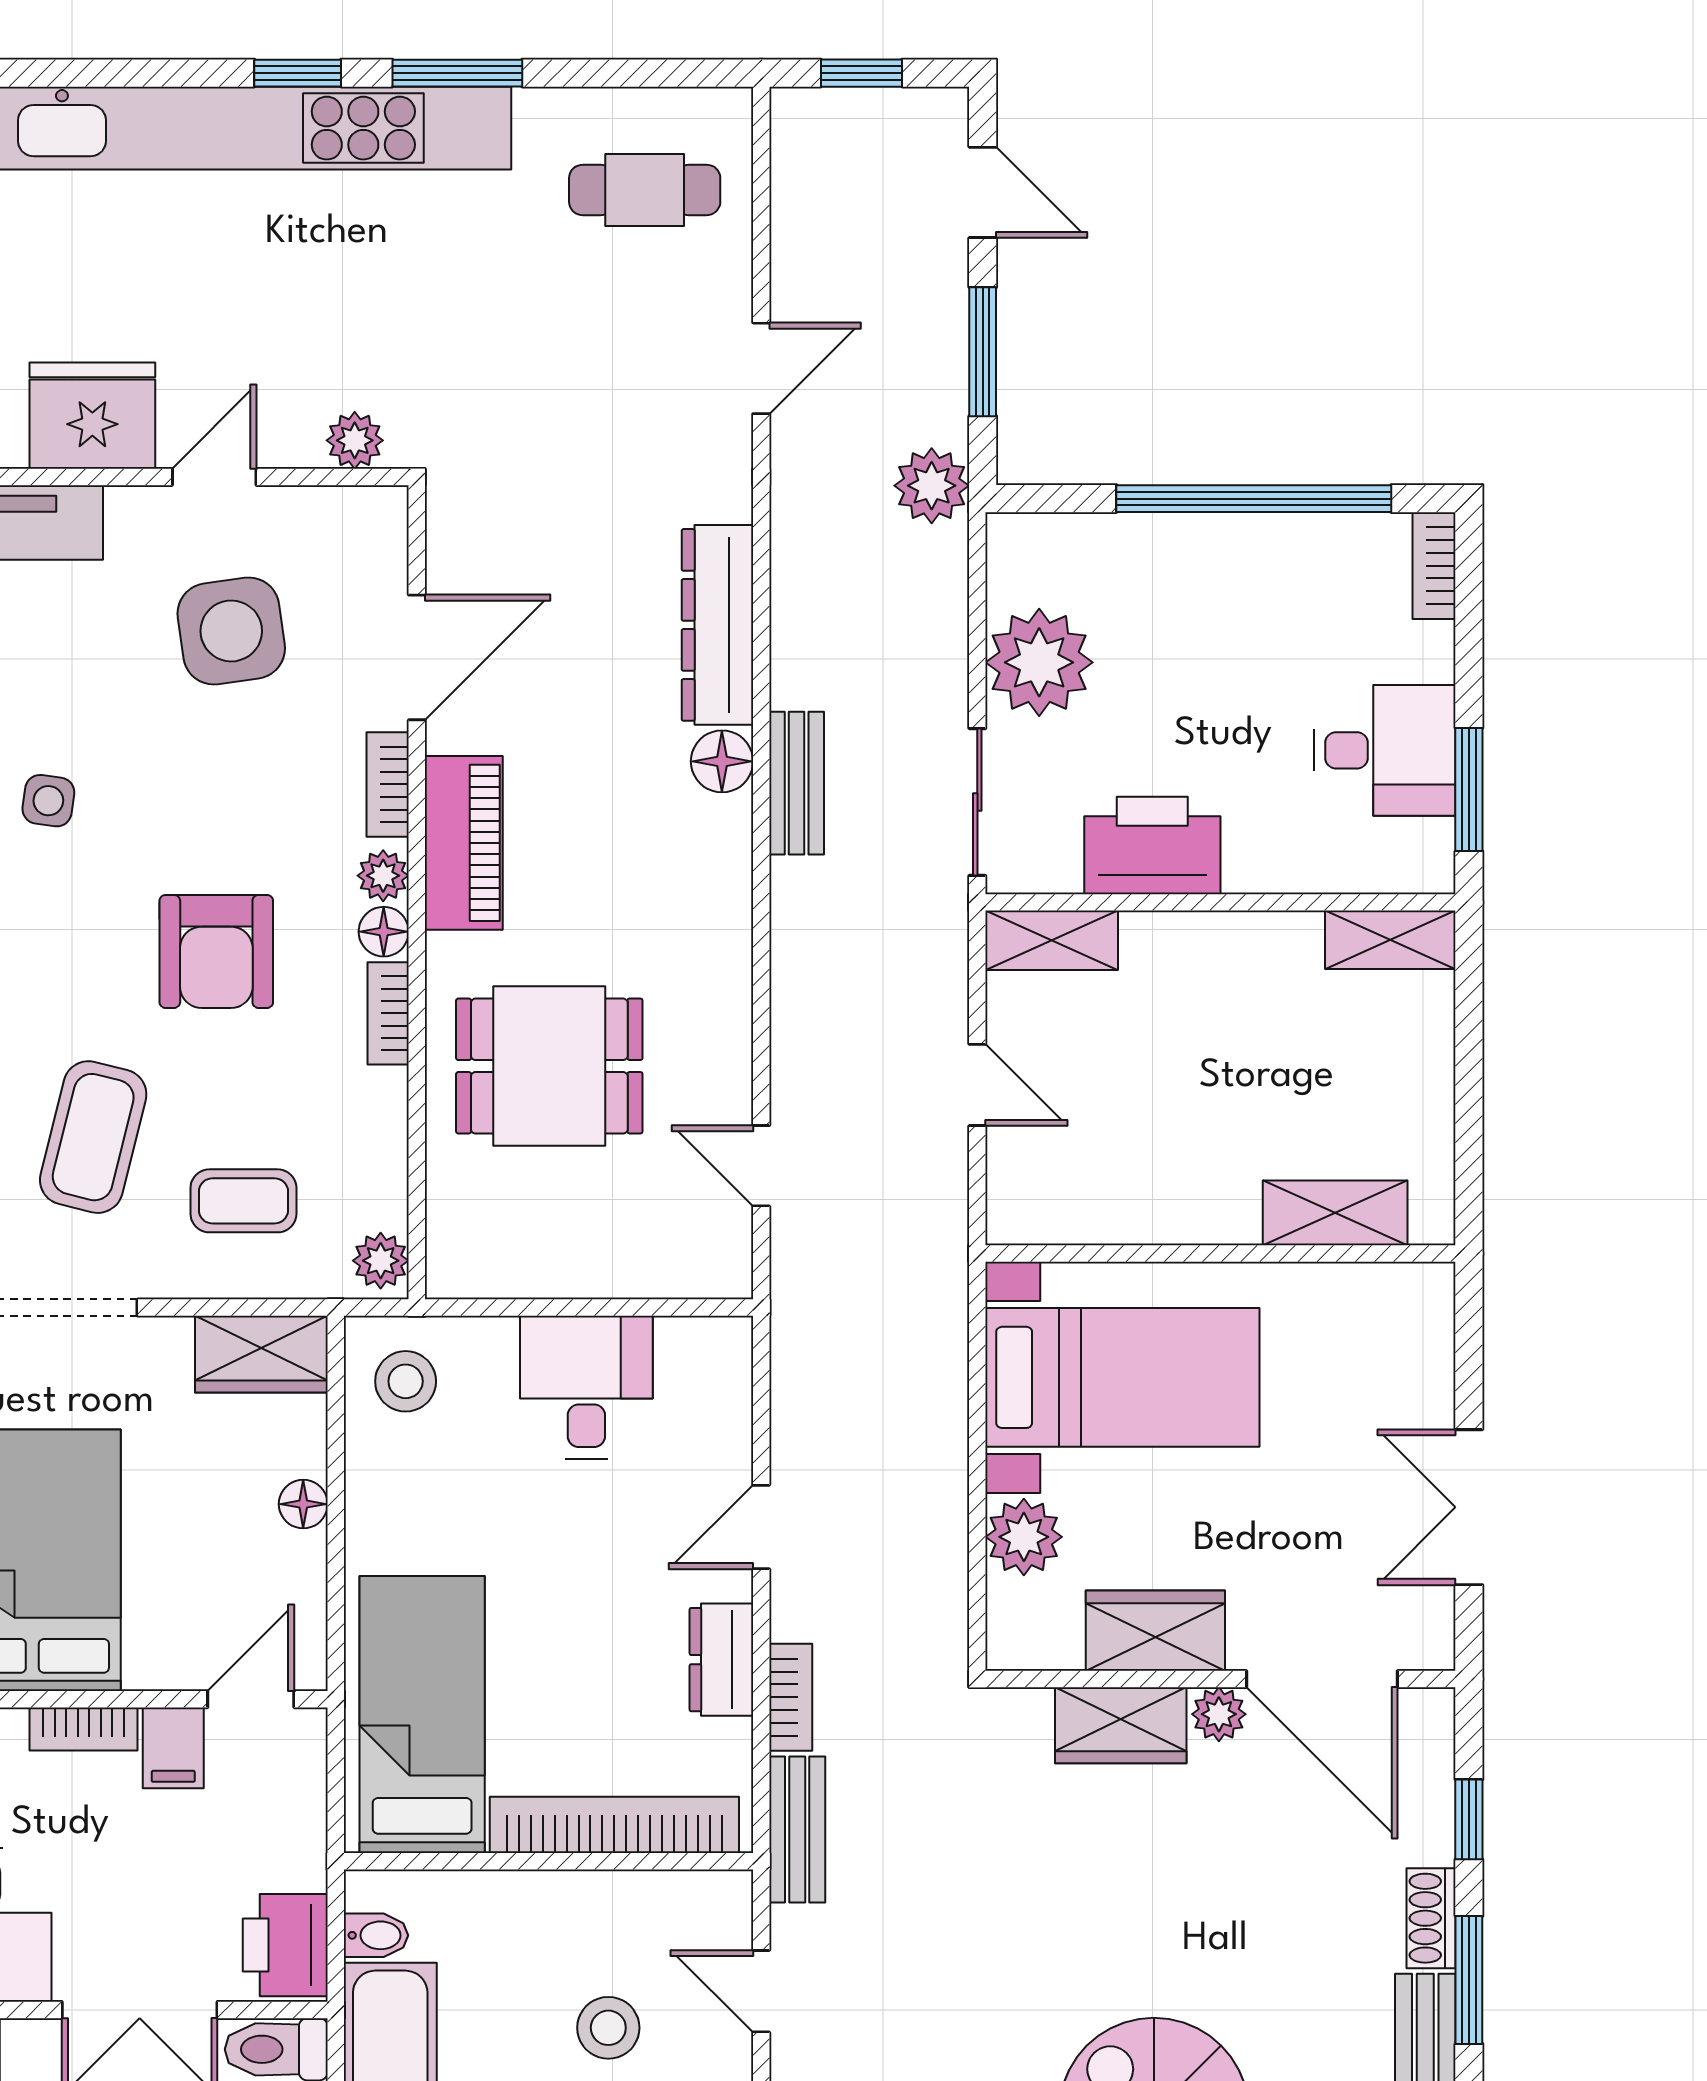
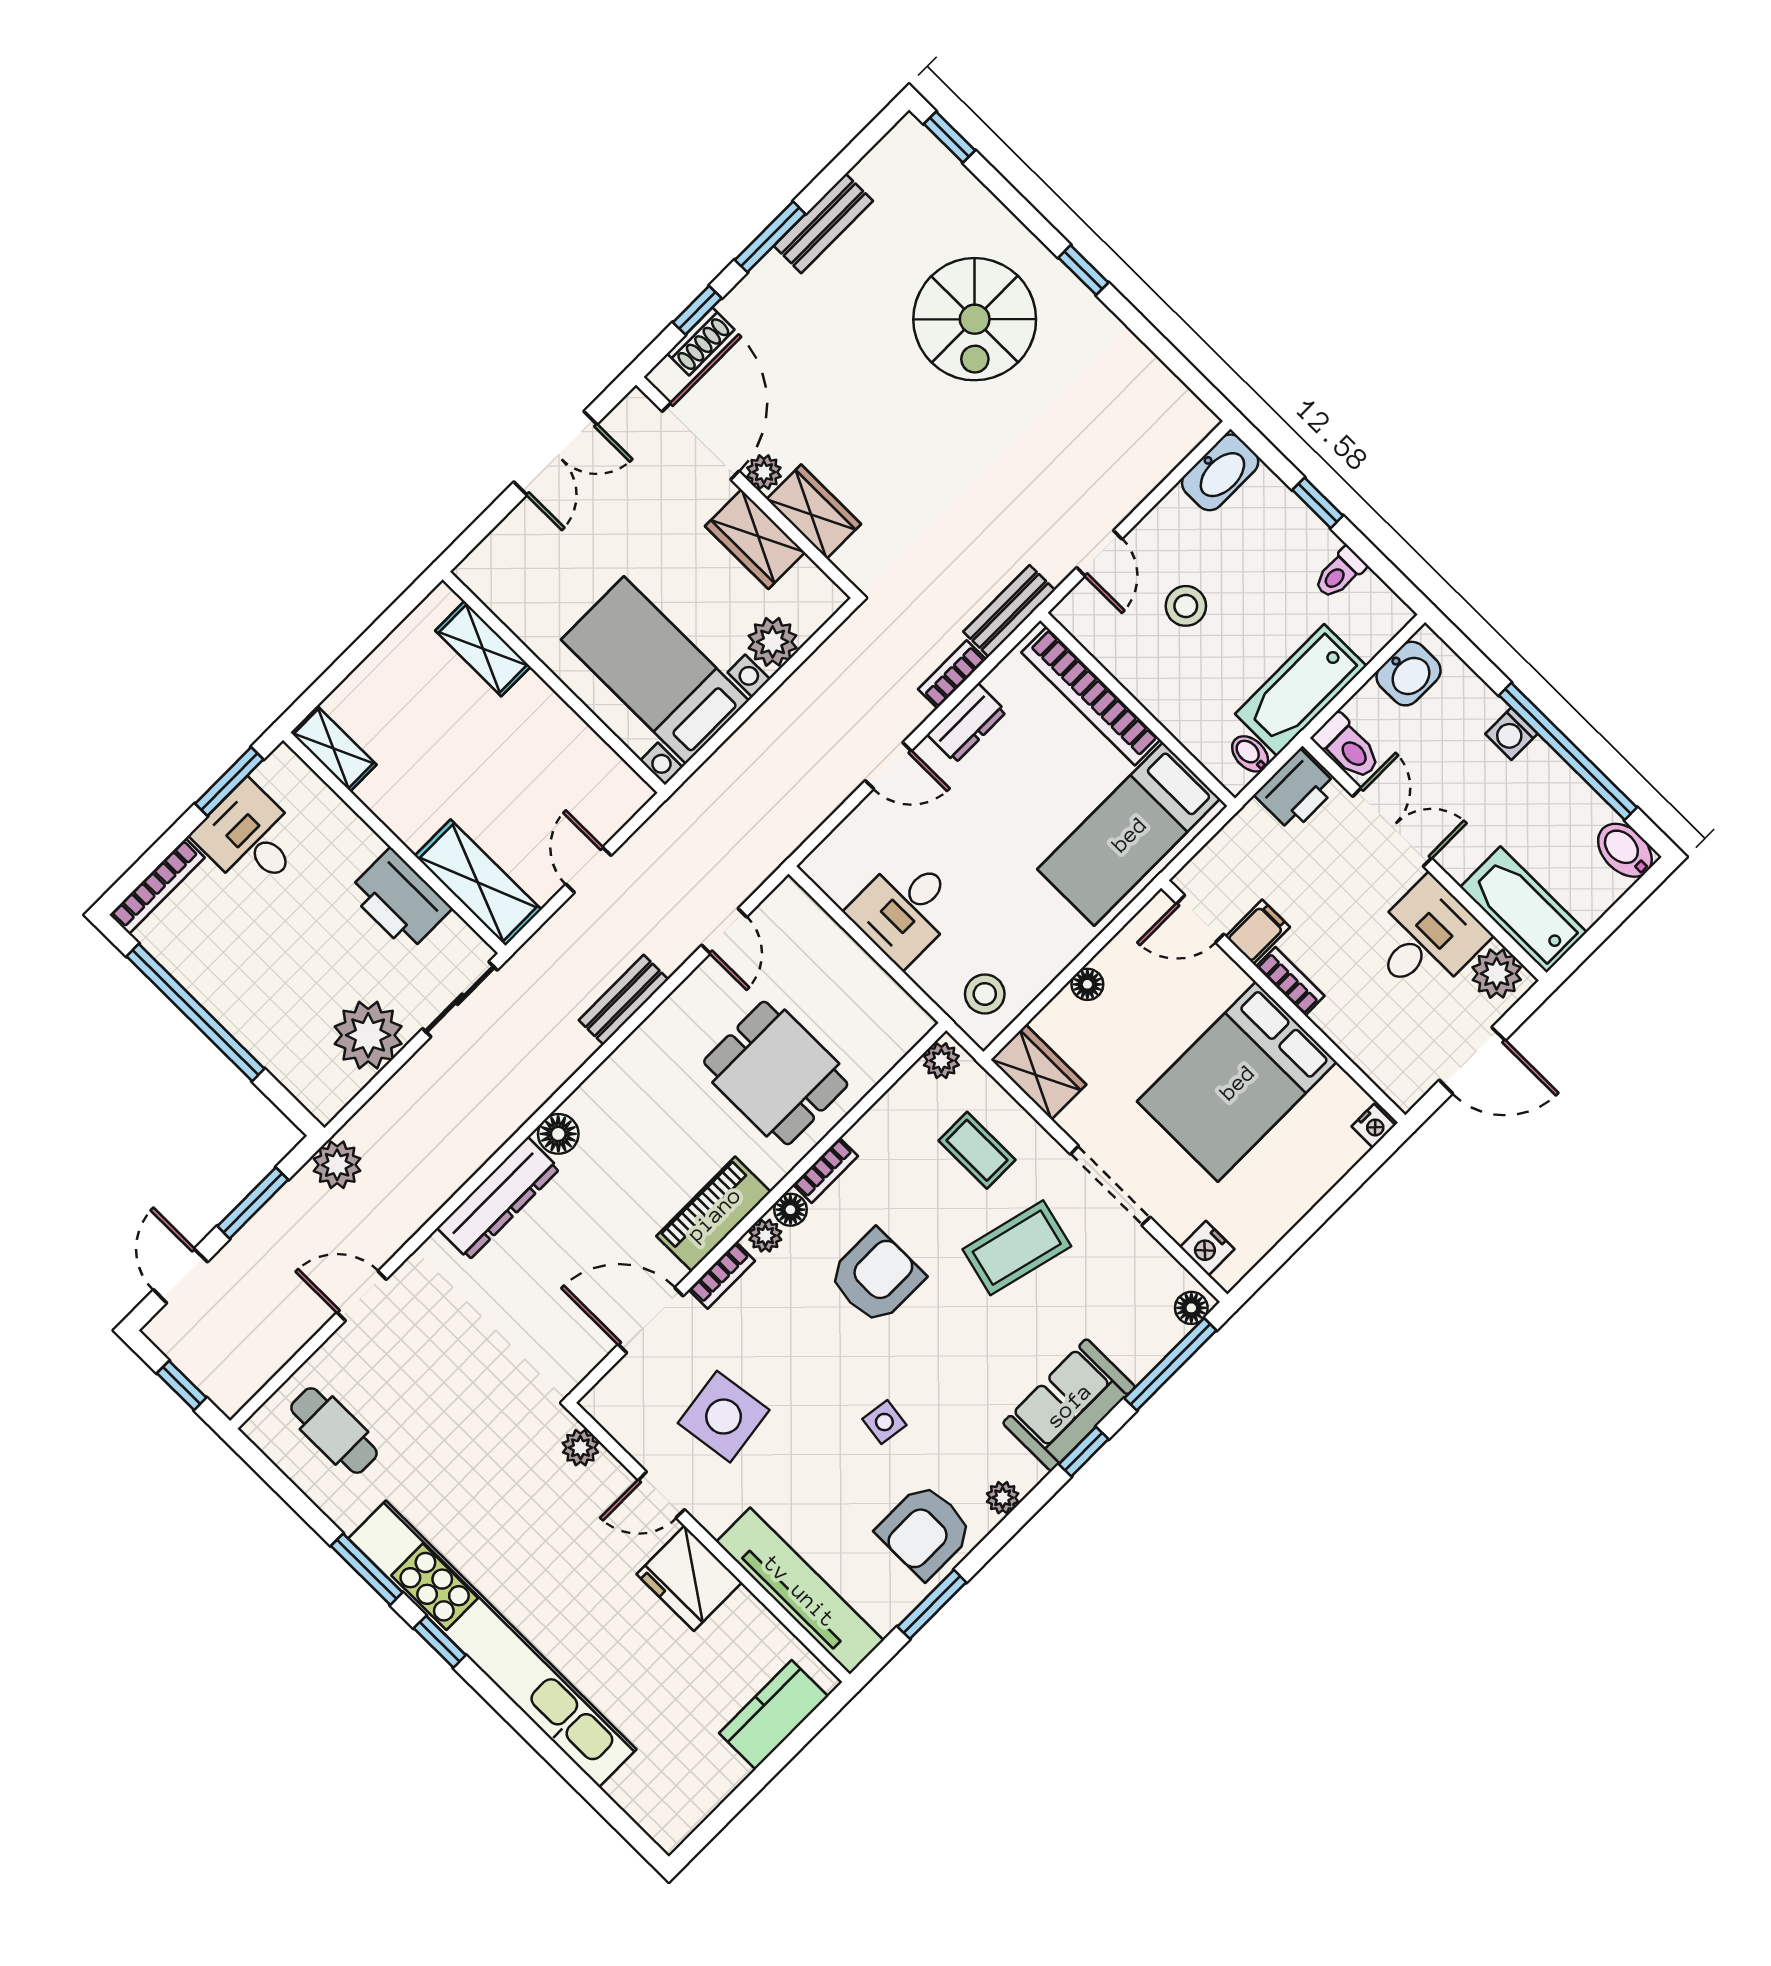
bookcase: (1434, 566) -> (157, 886), width x1.56
bench: (797, 783) -> (624, 1000), moved
shelving: (1052, 940) -> (478, 883), width x1.50, depth x1.33
shoe rack: (1431, 1918) -> (701, 341), moved

